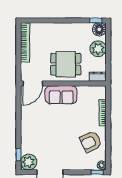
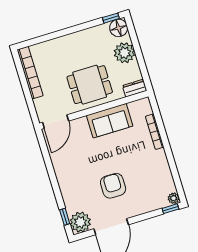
sofa: (61, 95) -> (110, 121), moved
armchair: (91, 142) -> (113, 186), moved, turned 115

